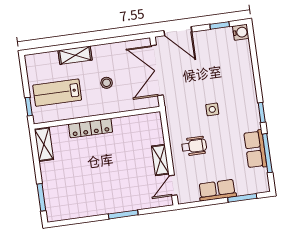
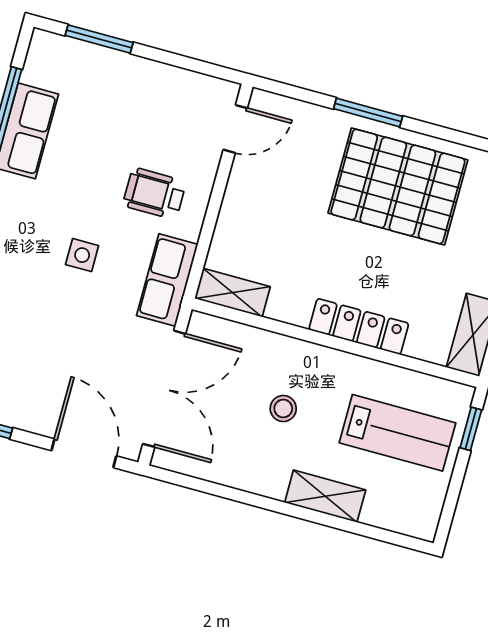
shelving: (160, 160) -> (232, 293), moved, turned 90
pallet: (99, 190) -> (398, 186), added
row of seats: (217, 190) -> (167, 280), moved, turned 90

